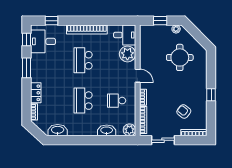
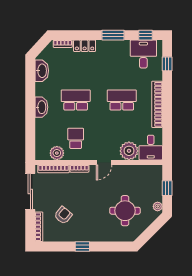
washbasin: (107, 130) -> (41, 107), moved
plant: (129, 130) -> (57, 153), moved
sliding door: (163, 140) -> (30, 192), width x1.37

